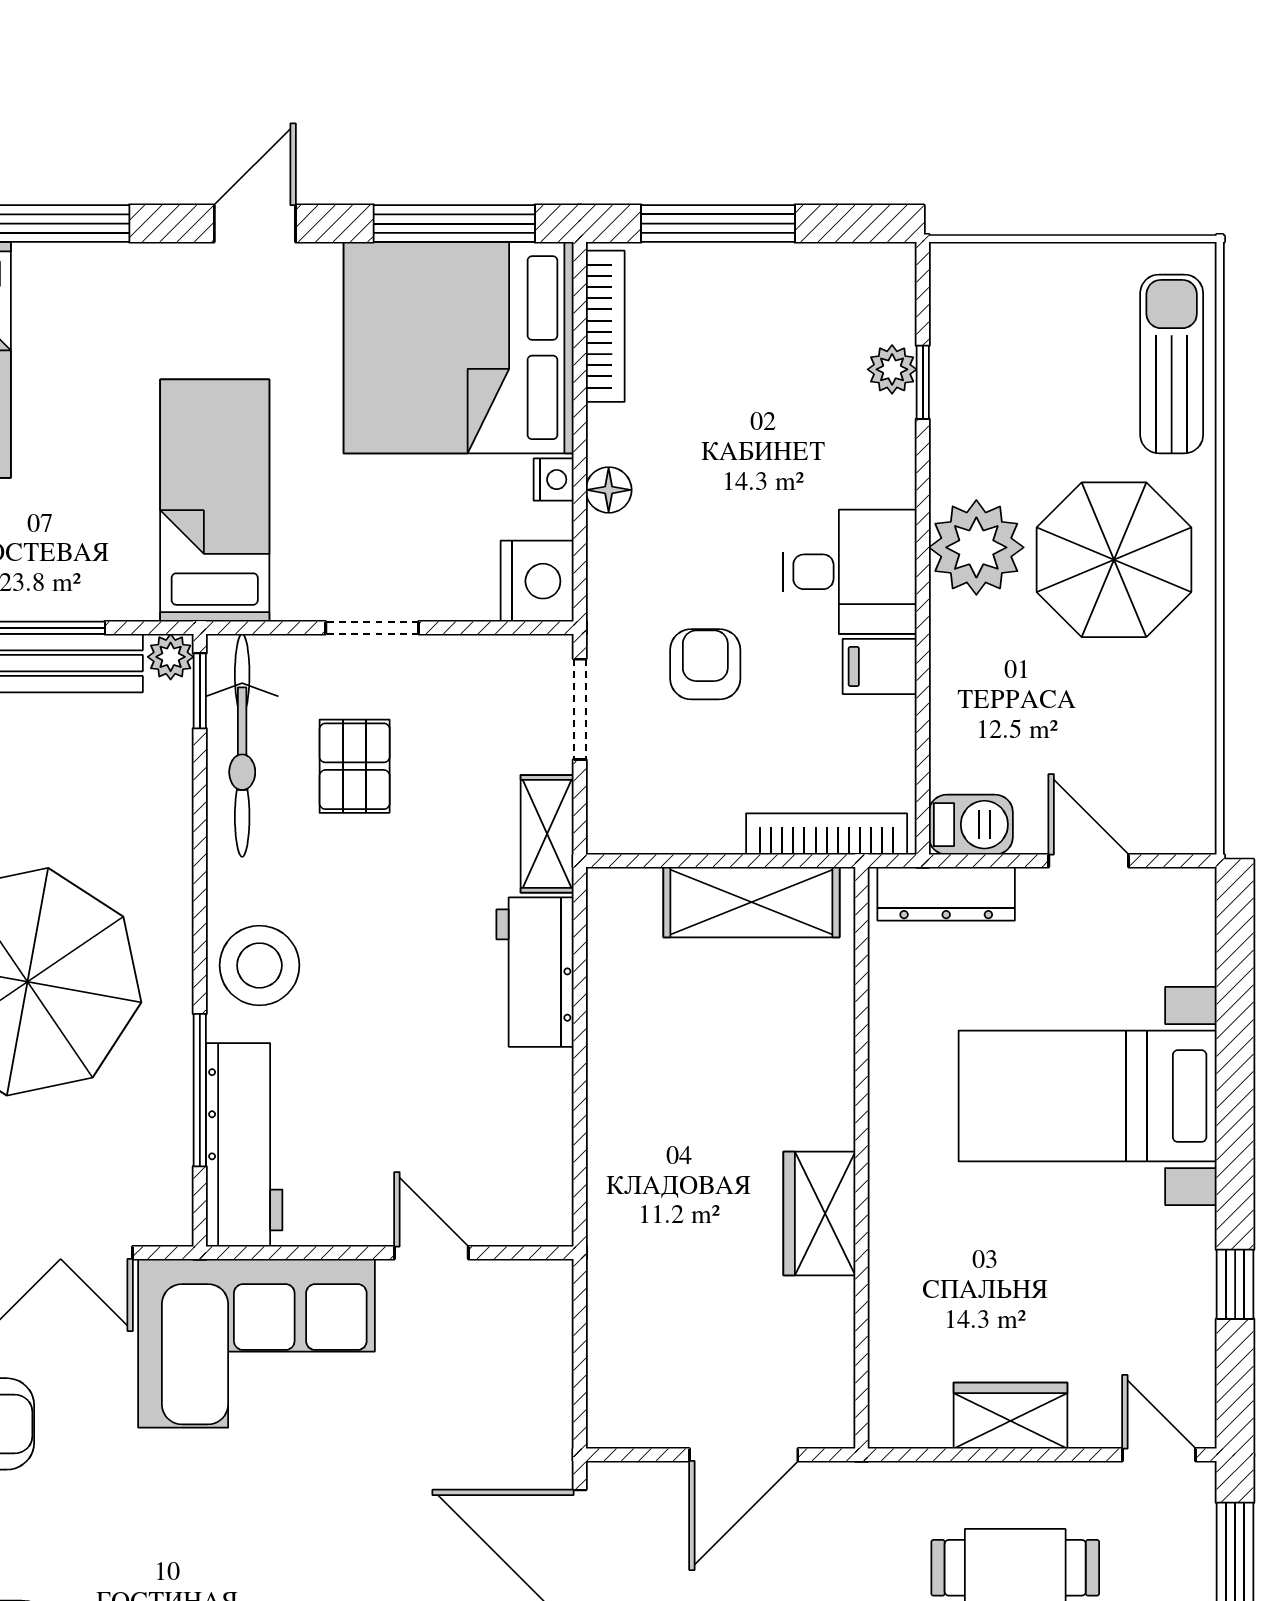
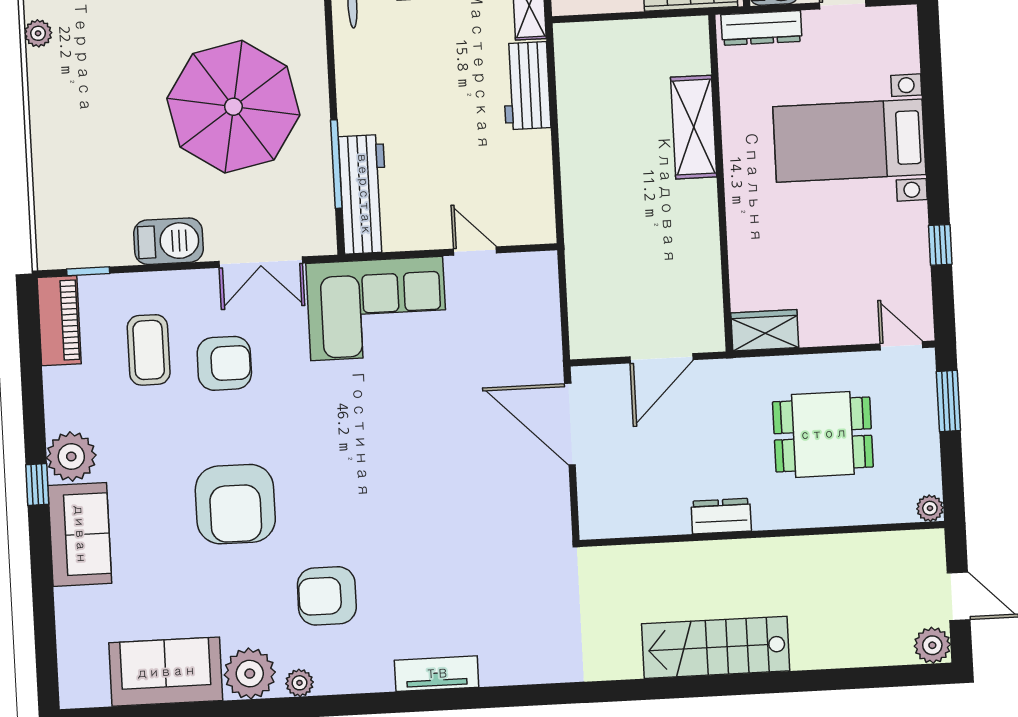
shelving: (751, 902) -> (694, 127), moved, turned 90
stool: (259, 965) -> (367, 90), removed
wardrobe: (819, 1214) -> (698, 217), removed
wardrobe: (1010, 1416) -> (765, 330), moved

